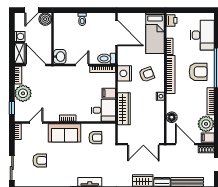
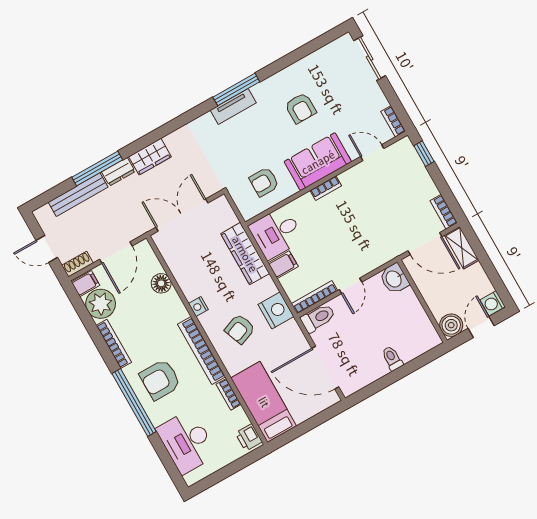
washing machine: (20, 36) -> (493, 303), moved
plant: (23, 93) -> (419, 187), removed
door: (36, 122) -> (372, 153), swing flipped
door: (185, 144) -> (116, 253), hinge flipped
armchair: (40, 160) -> (301, 108), moved, turned -90

